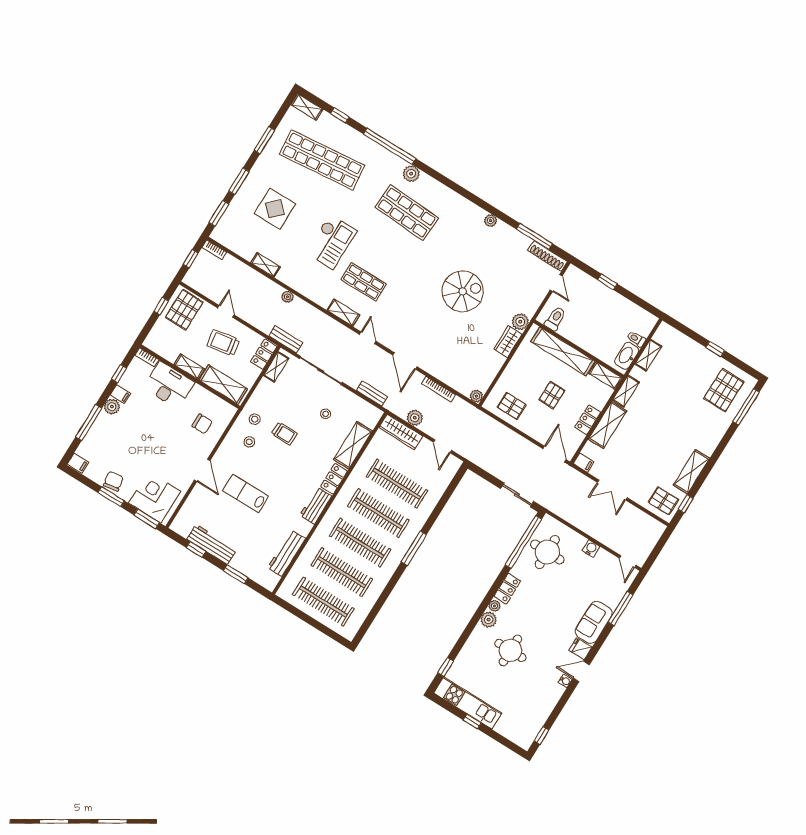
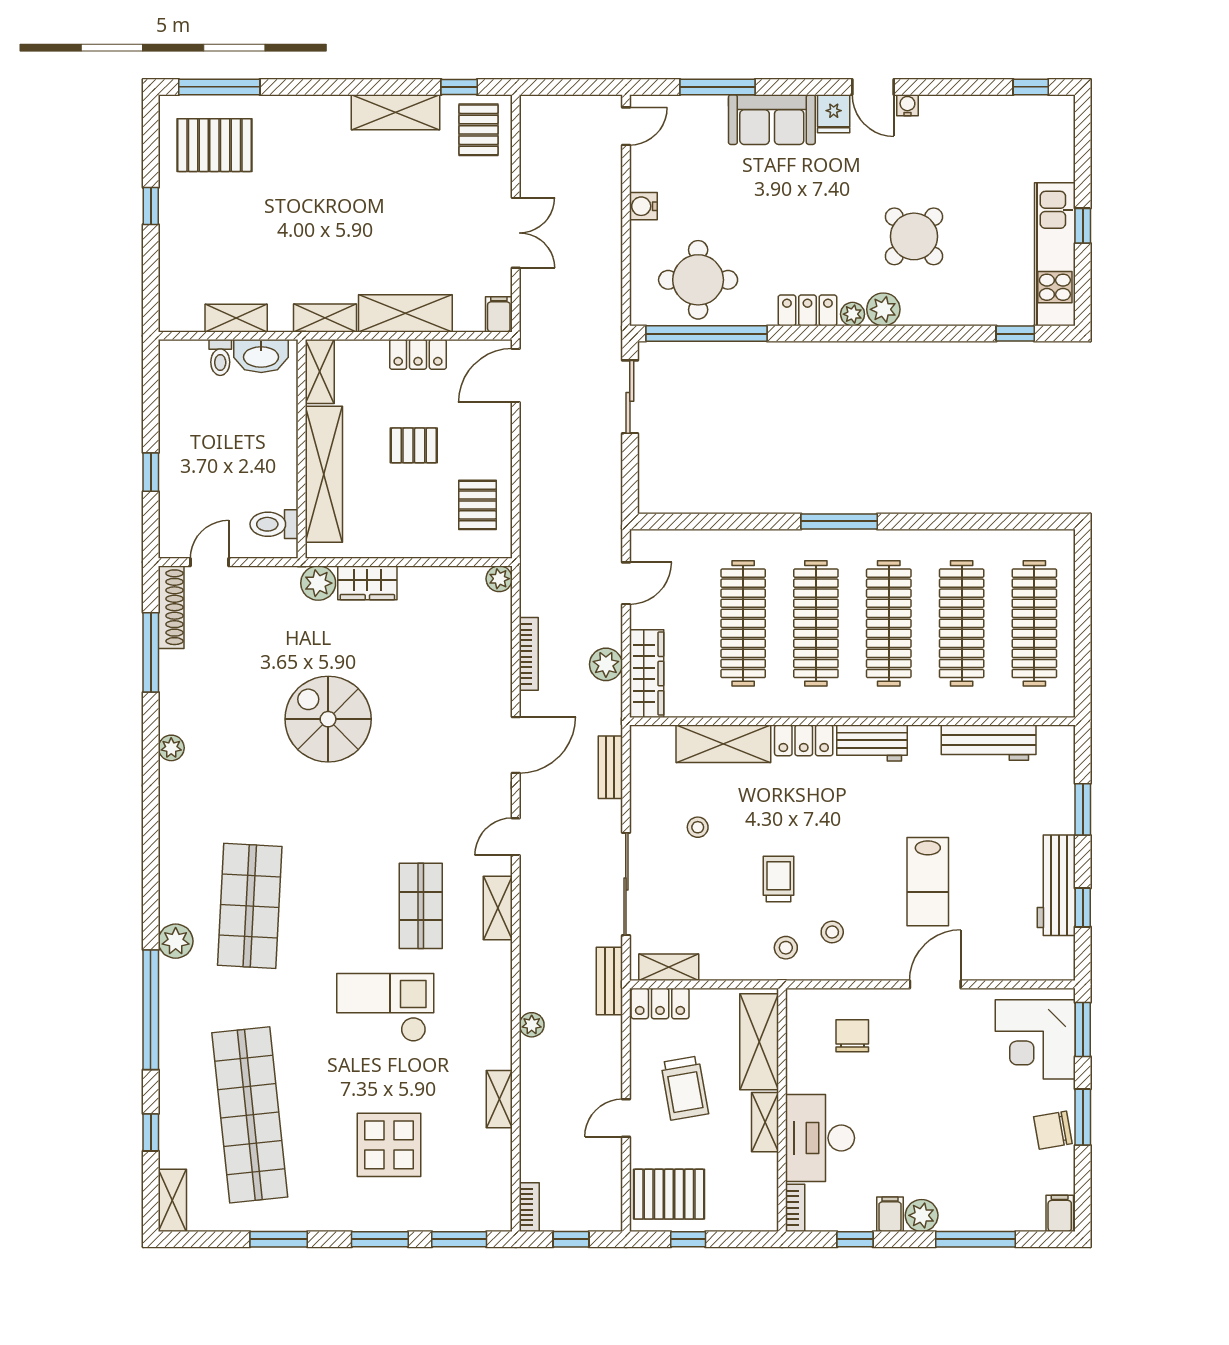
round table: (510, 650) -> (914, 236), turned 45

